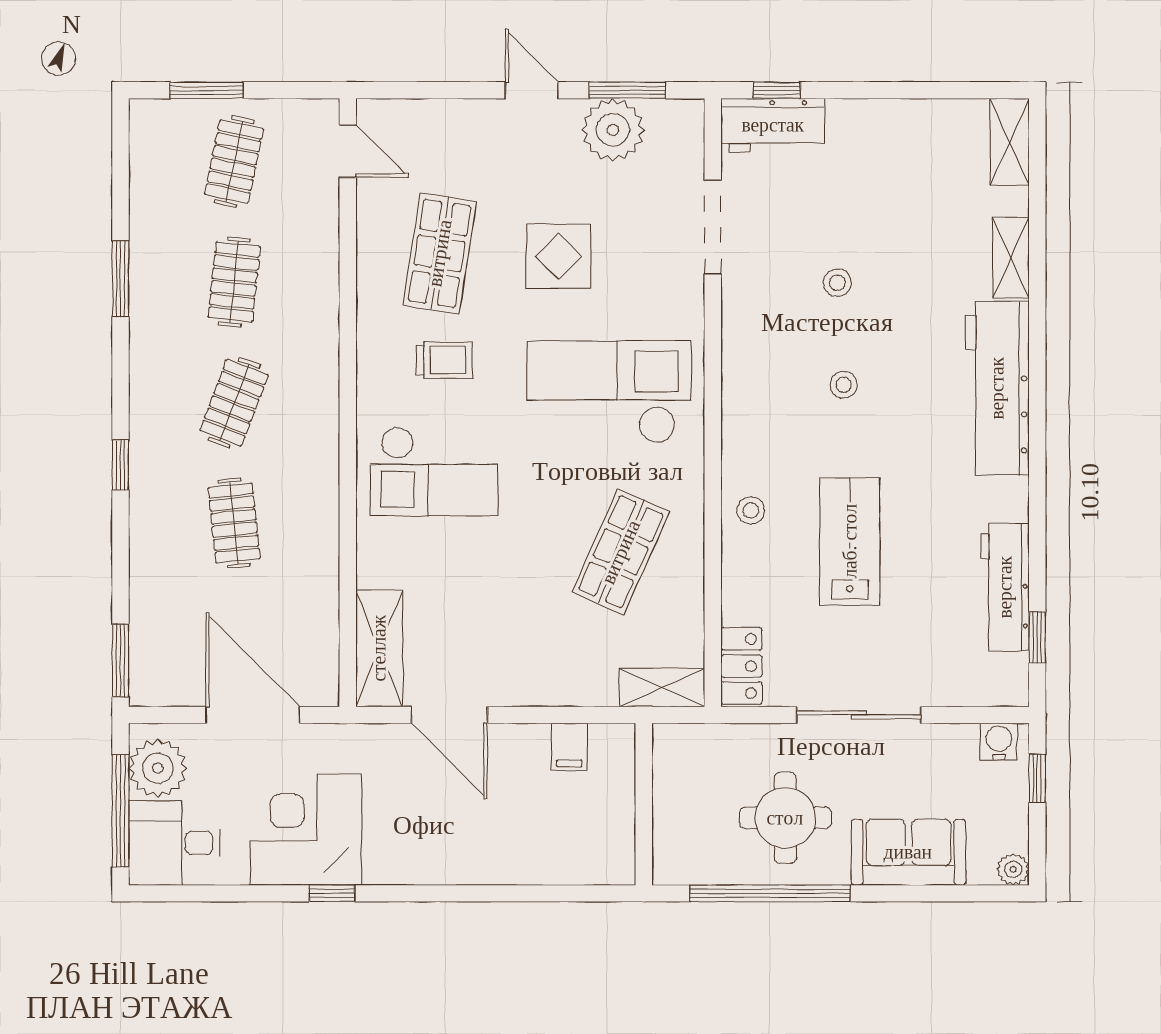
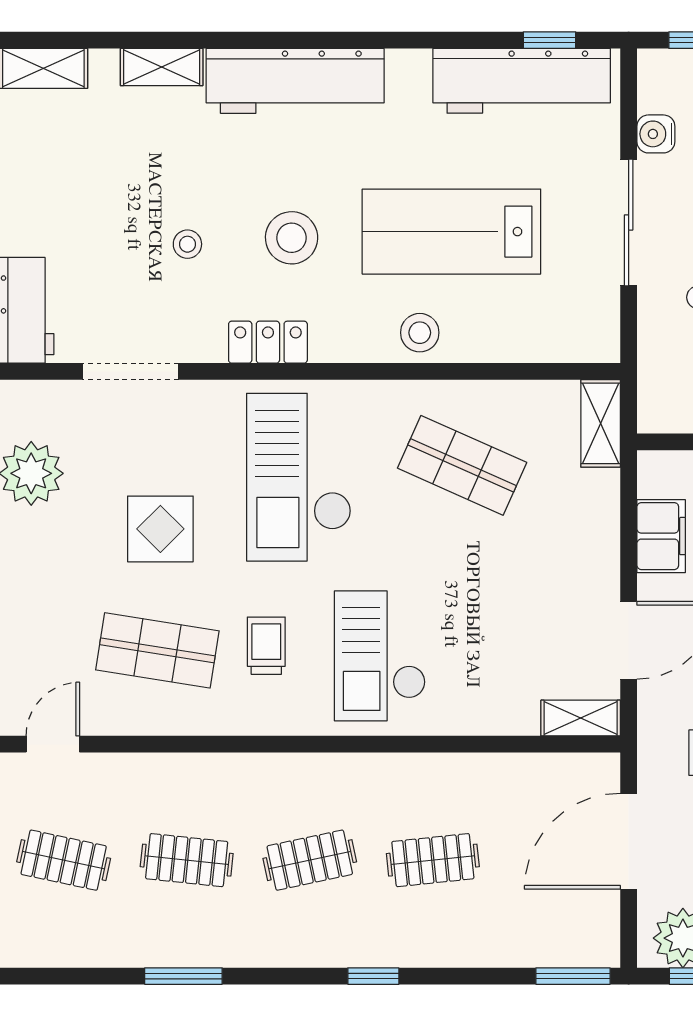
stool: (844, 385) -> (292, 238), width x1.89, depth x1.89
clothes rail: (234, 403) -> (310, 860), turned -33
checkout: (434, 471) -> (380, 656), turned 180
stool: (751, 510) -> (420, 333), width x1.37, depth x1.37
lab bench: (850, 541) -> (451, 232), width x1.36, depth x1.39
workbench: (1005, 587) -> (522, 81), width x1.36, depth x1.32
shelving: (379, 648) -> (581, 718), width x0.67, depth x0.75
locker: (741, 666) -> (268, 342), moved
water cooler: (999, 742) -> (656, 134), moved
filing cabinet: (569, 747) -> (661, 536), width x2.00

